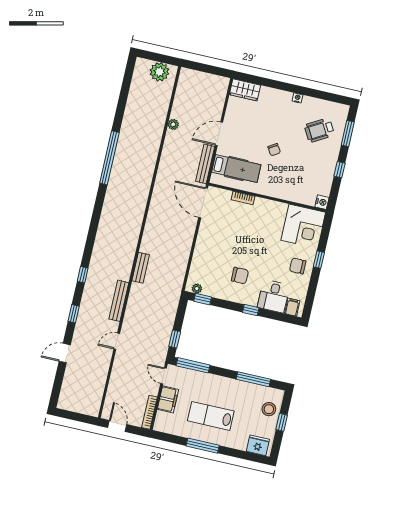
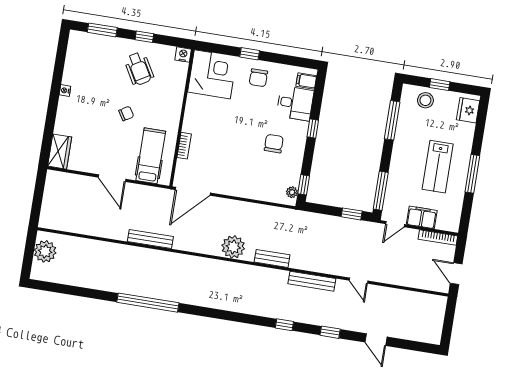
plant: (173, 124) -> (233, 247), moved, width x1.87, depth x1.87
wheelchair: (319, 130) -> (139, 69), moved
bench: (205, 164) -> (150, 239), moved
door: (117, 426) -> (456, 274), hinge flipped

